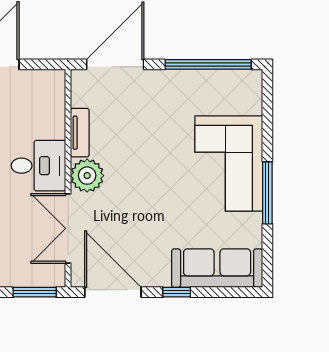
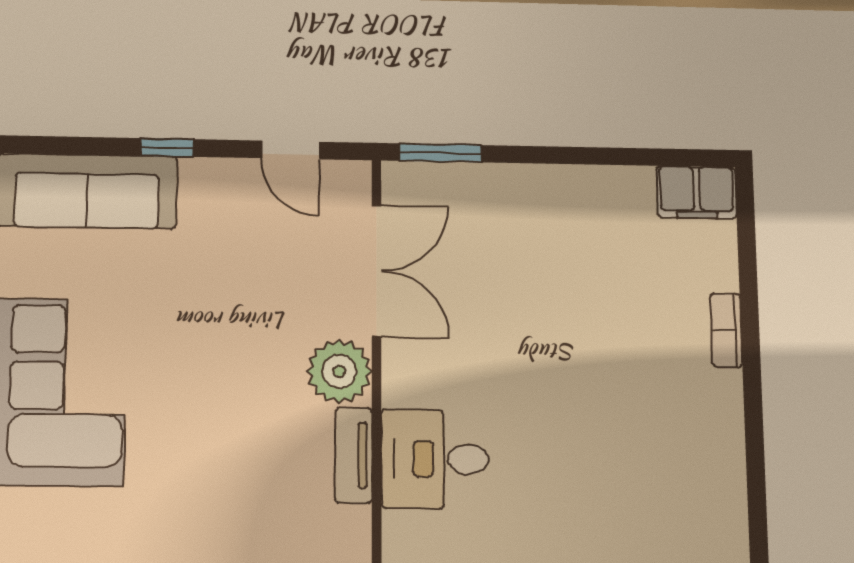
desk: (38, 166) -> (435, 459), moved
door: (113, 292) -> (291, 150), width x0.53

